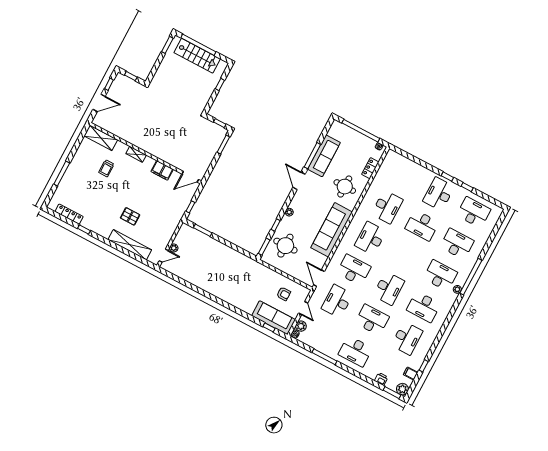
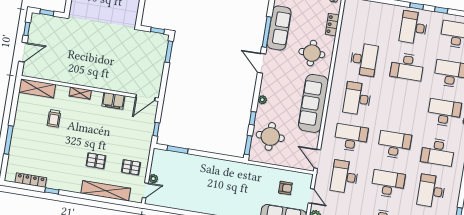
pallet: (158, 232) -> (131, 167), added
desk: (389, 288) -> (394, 145), turned -90
desk: (407, 338) -> (431, 191), turned 180

